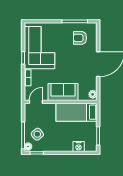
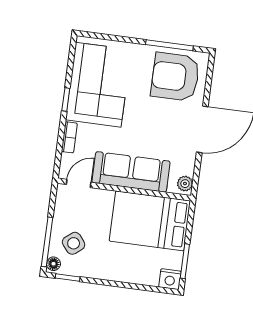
armchair: (80, 38) -> (175, 77), width x1.88, depth x1.88
sofa: (63, 92) -> (131, 172), width x1.36
bed: (77, 112) -> (150, 221), width x1.50
nightstand: (79, 147) -> (170, 279), moved

